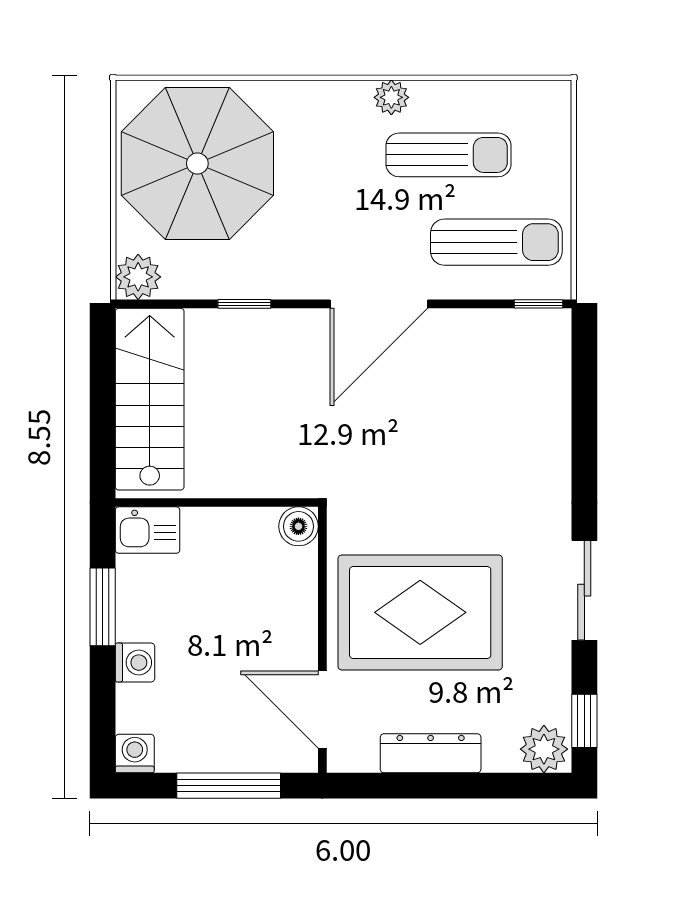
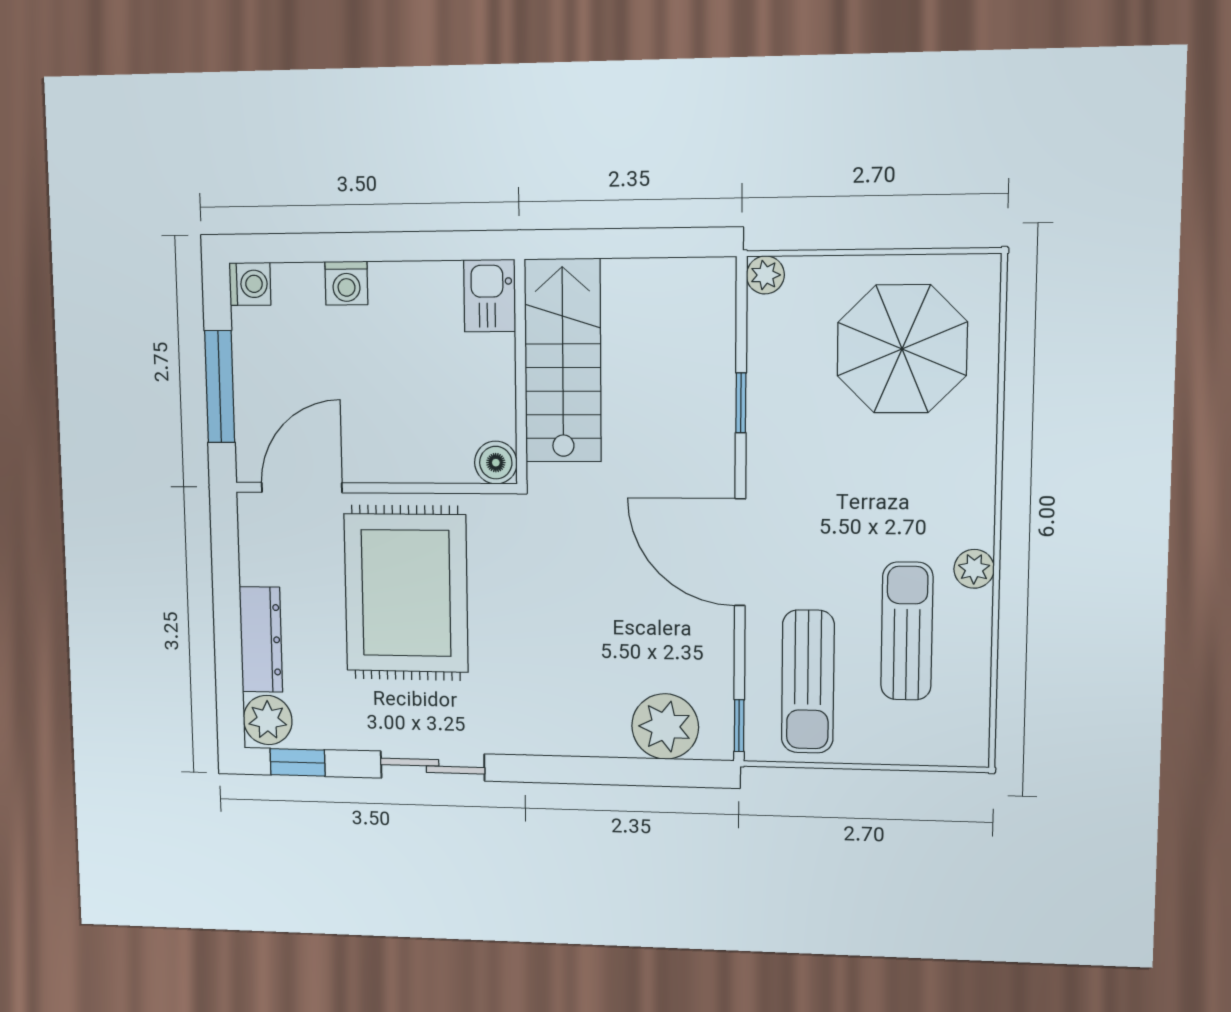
sun lounger: (448, 155) -> (907, 631), turned 180
parasol: (197, 163) -> (902, 349), width x0.73, depth x0.73
plant: (138, 277) -> (765, 275), width x0.73, depth x0.73
plant: (541, 371) -> (665, 726), added
stairs: (150, 399) -> (563, 361), moved, turned -90
window: (103, 607) -> (405, 246), removed
dresser: (431, 753) -> (261, 640), moved

